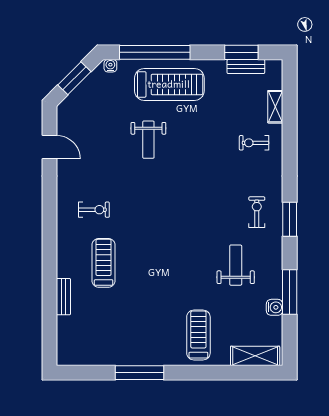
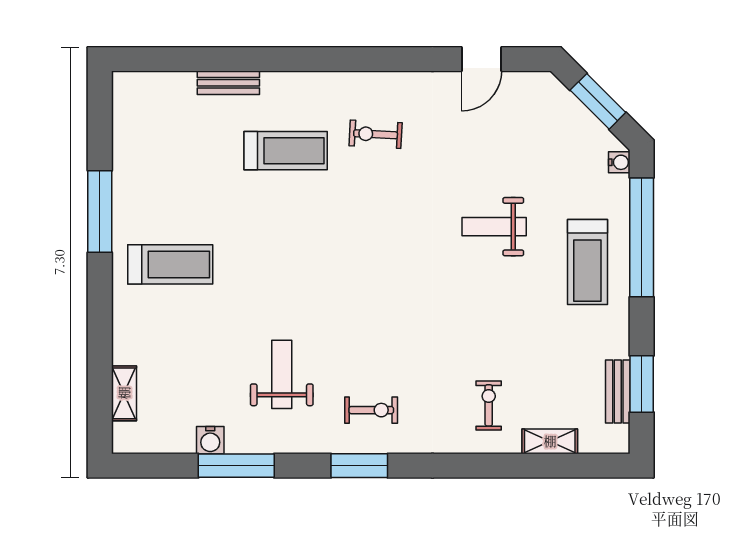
treadmill: (169, 84) -> (587, 262), width x0.73, depth x0.73
exercise bike: (94, 210) -> (376, 134), turned 93
weight bench: (236, 265) -> (282, 374), turned -90
treadmill: (198, 335) -> (170, 264), moved
shelving: (255, 356) -> (124, 393), width x0.67, depth x0.75

